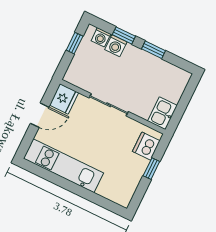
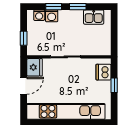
window: (75, 43) -> (24, 38), moved
kitchen sink: (162, 113) -> (94, 17), moved, turned -90
kitchen unit: (63, 166) -> (66, 111), width x1.36

